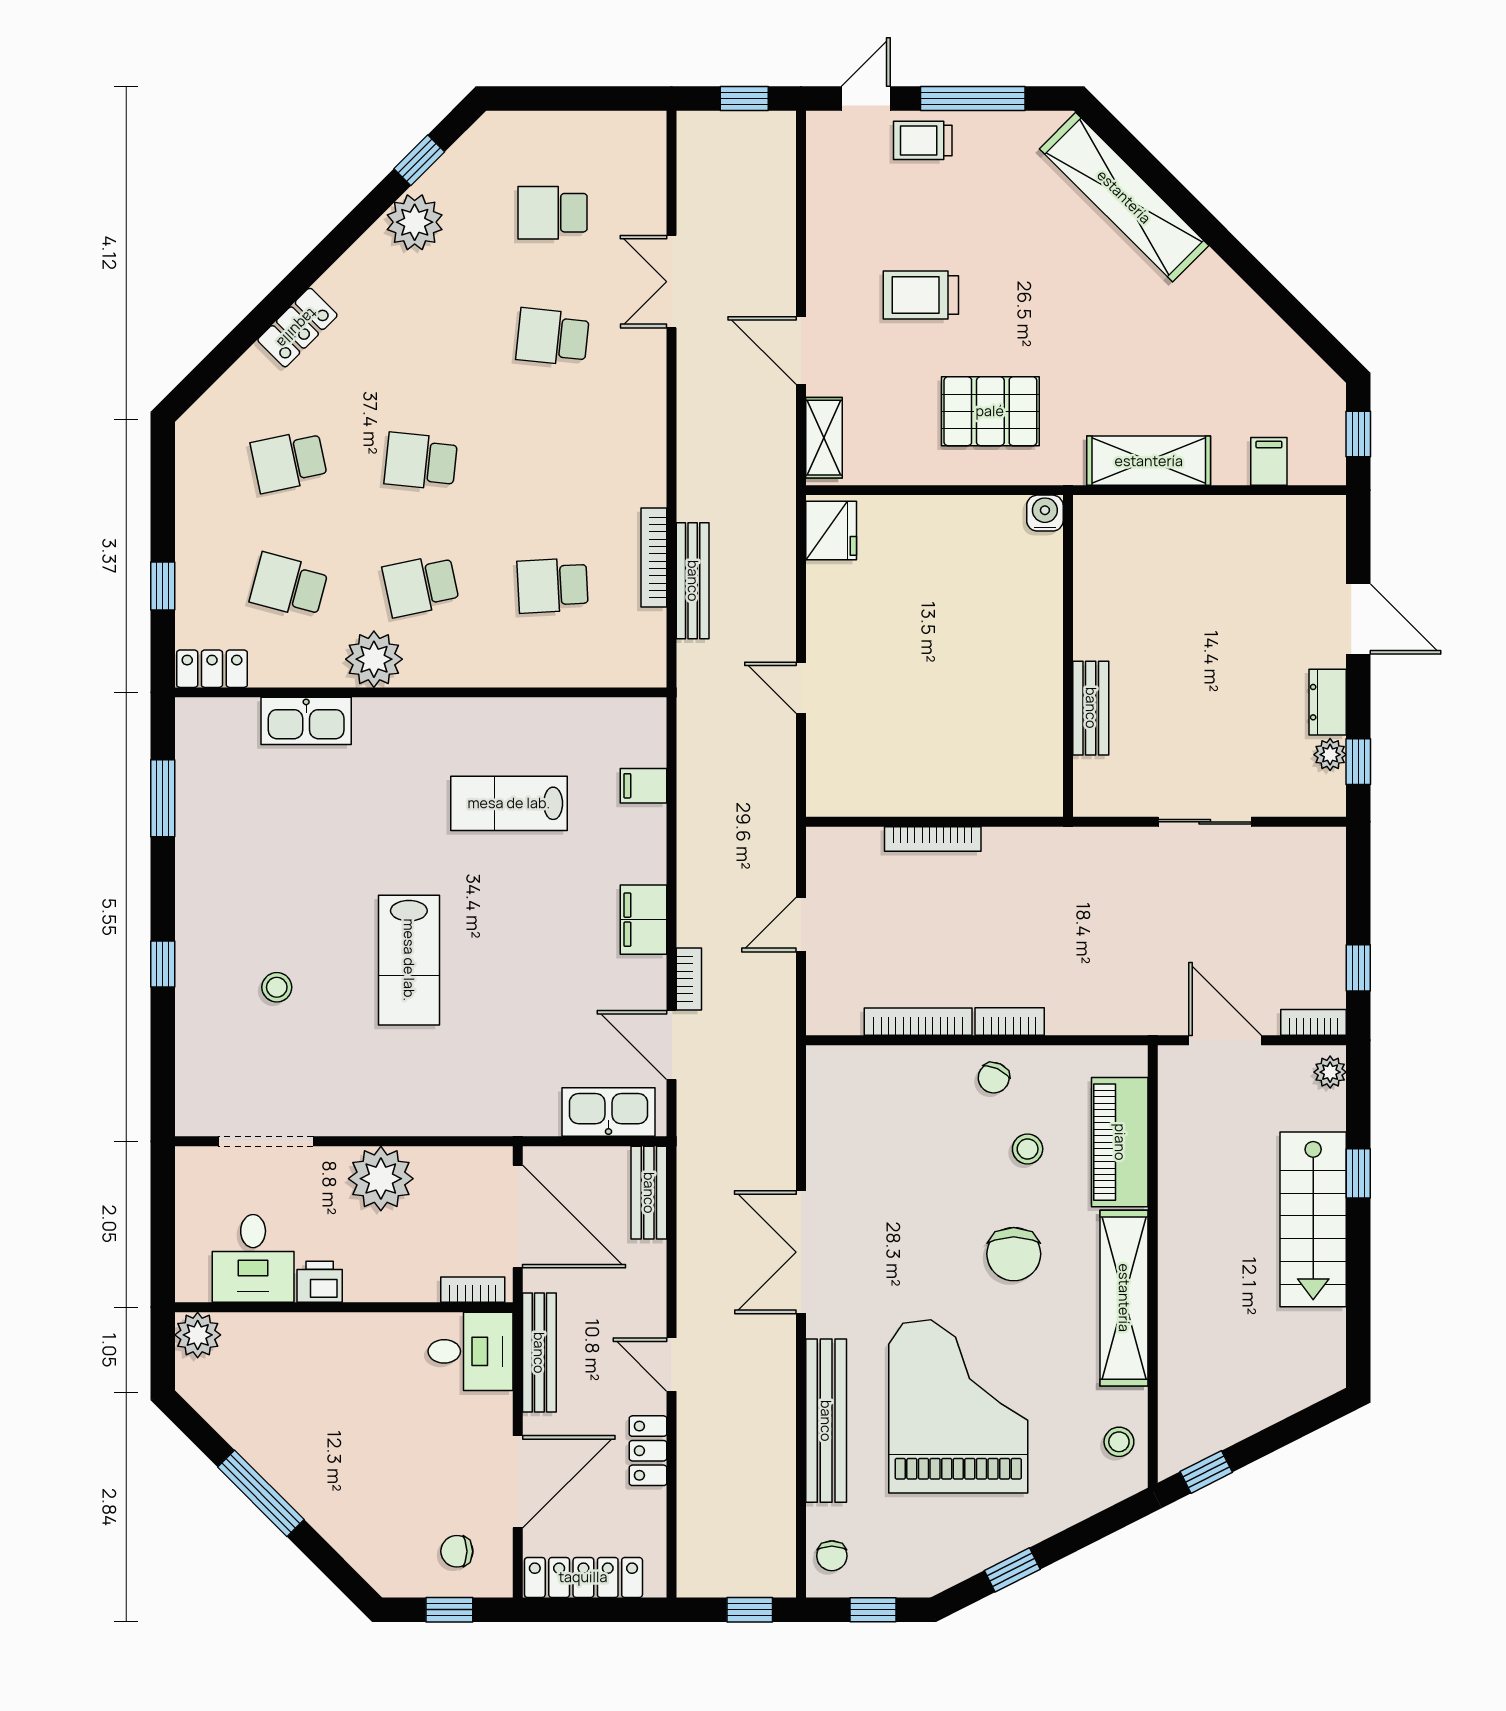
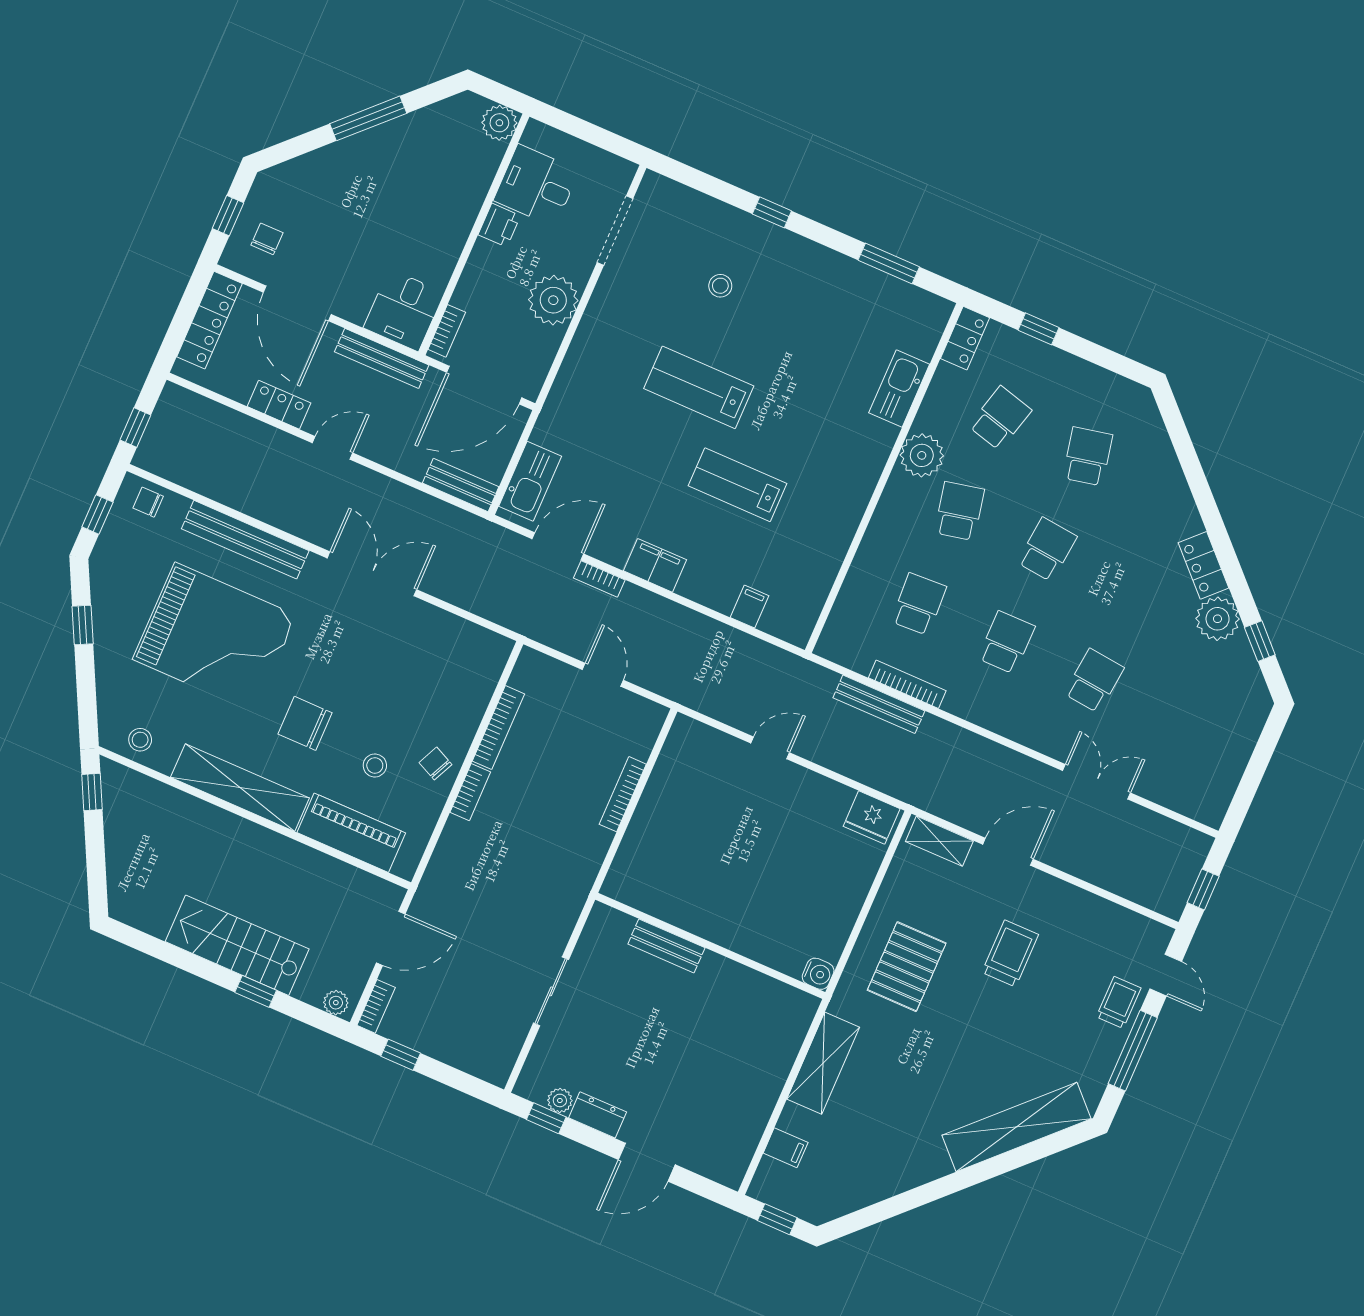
school desk: (553, 213) -> (1006, 642), moved
locker: (297, 328) -> (1204, 565), moved
lab bench: (509, 803) -> (737, 485), moved, turned -90

